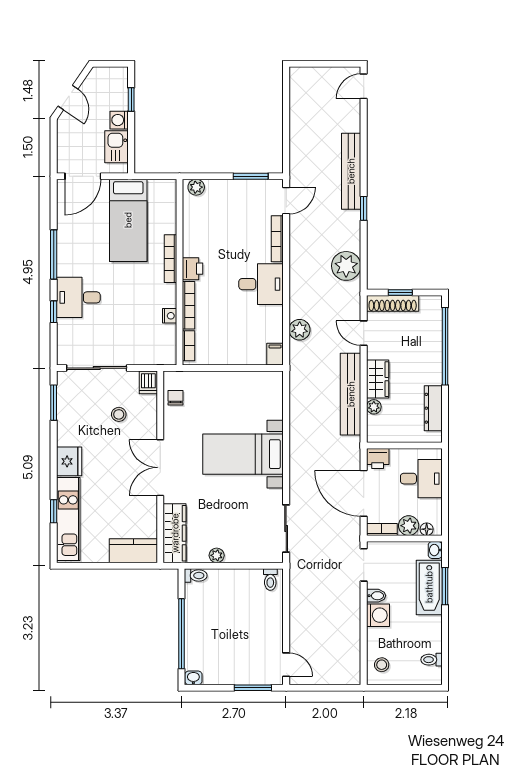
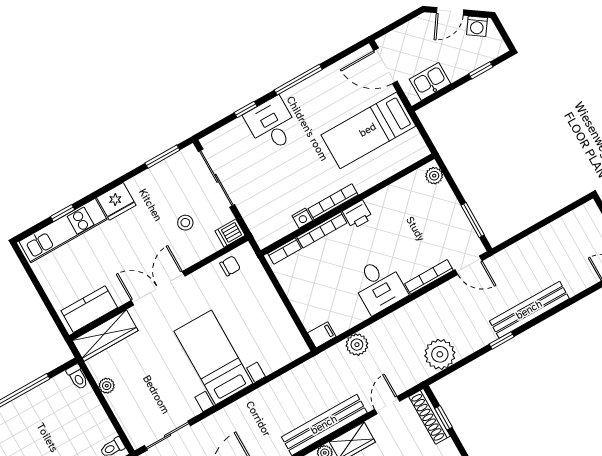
washing machine: (119, 120) -> (477, 26), moved, turned -146
bookcase: (171, 259) -> (333, 202), moved
kitchen counter: (133, 551) -> (89, 309), moved, turned -90

